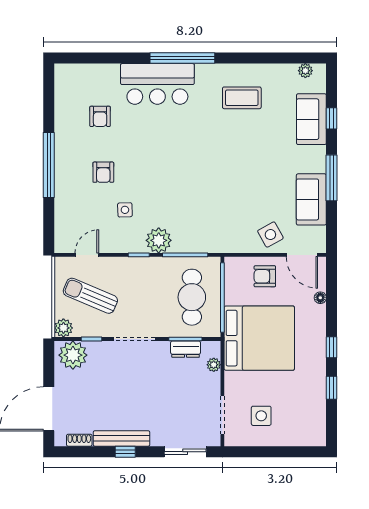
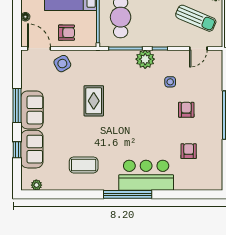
rug: (228, 184) -> (94, 101), added
sofa: (311, 199) -> (32, 110), moved

